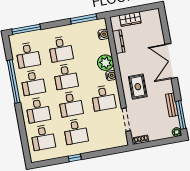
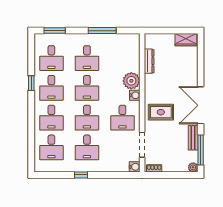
window: (84, 19) -> (102, 31), moved
wardrobe: (130, 19) -> (186, 40), moved
window: (26, 29) -> (55, 31), width x0.69
water cooler: (103, 34) -> (135, 167), moved
double door: (171, 61) -> (201, 105), moved
window: (14, 82) -> (31, 83), width x0.32
rug: (138, 87) -> (161, 112), turned 90

